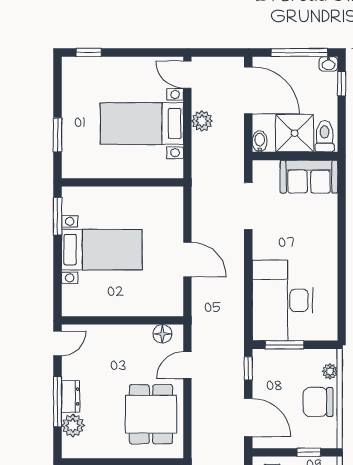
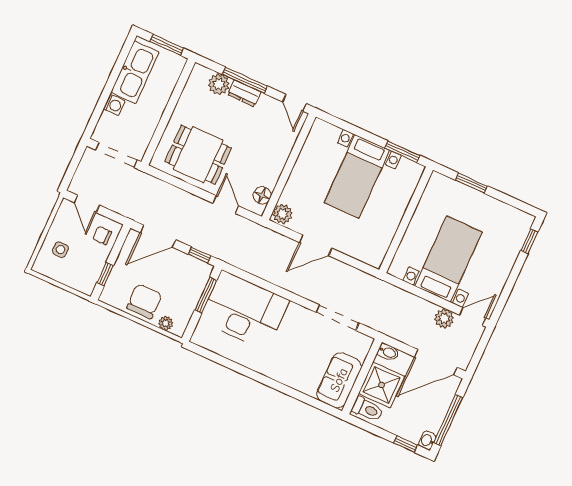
plant: (202, 121) -> (444, 318), moved
plant: (171, 306) -> (282, 214), added

